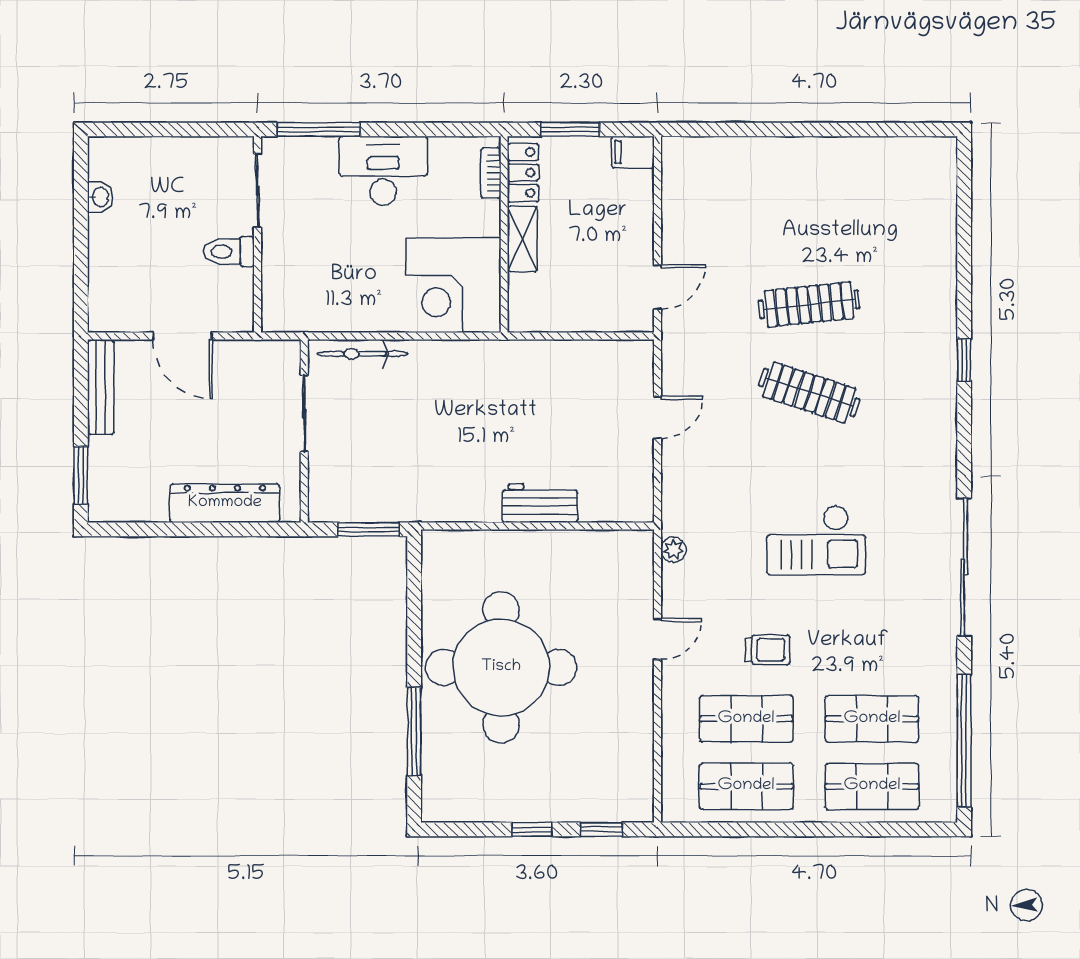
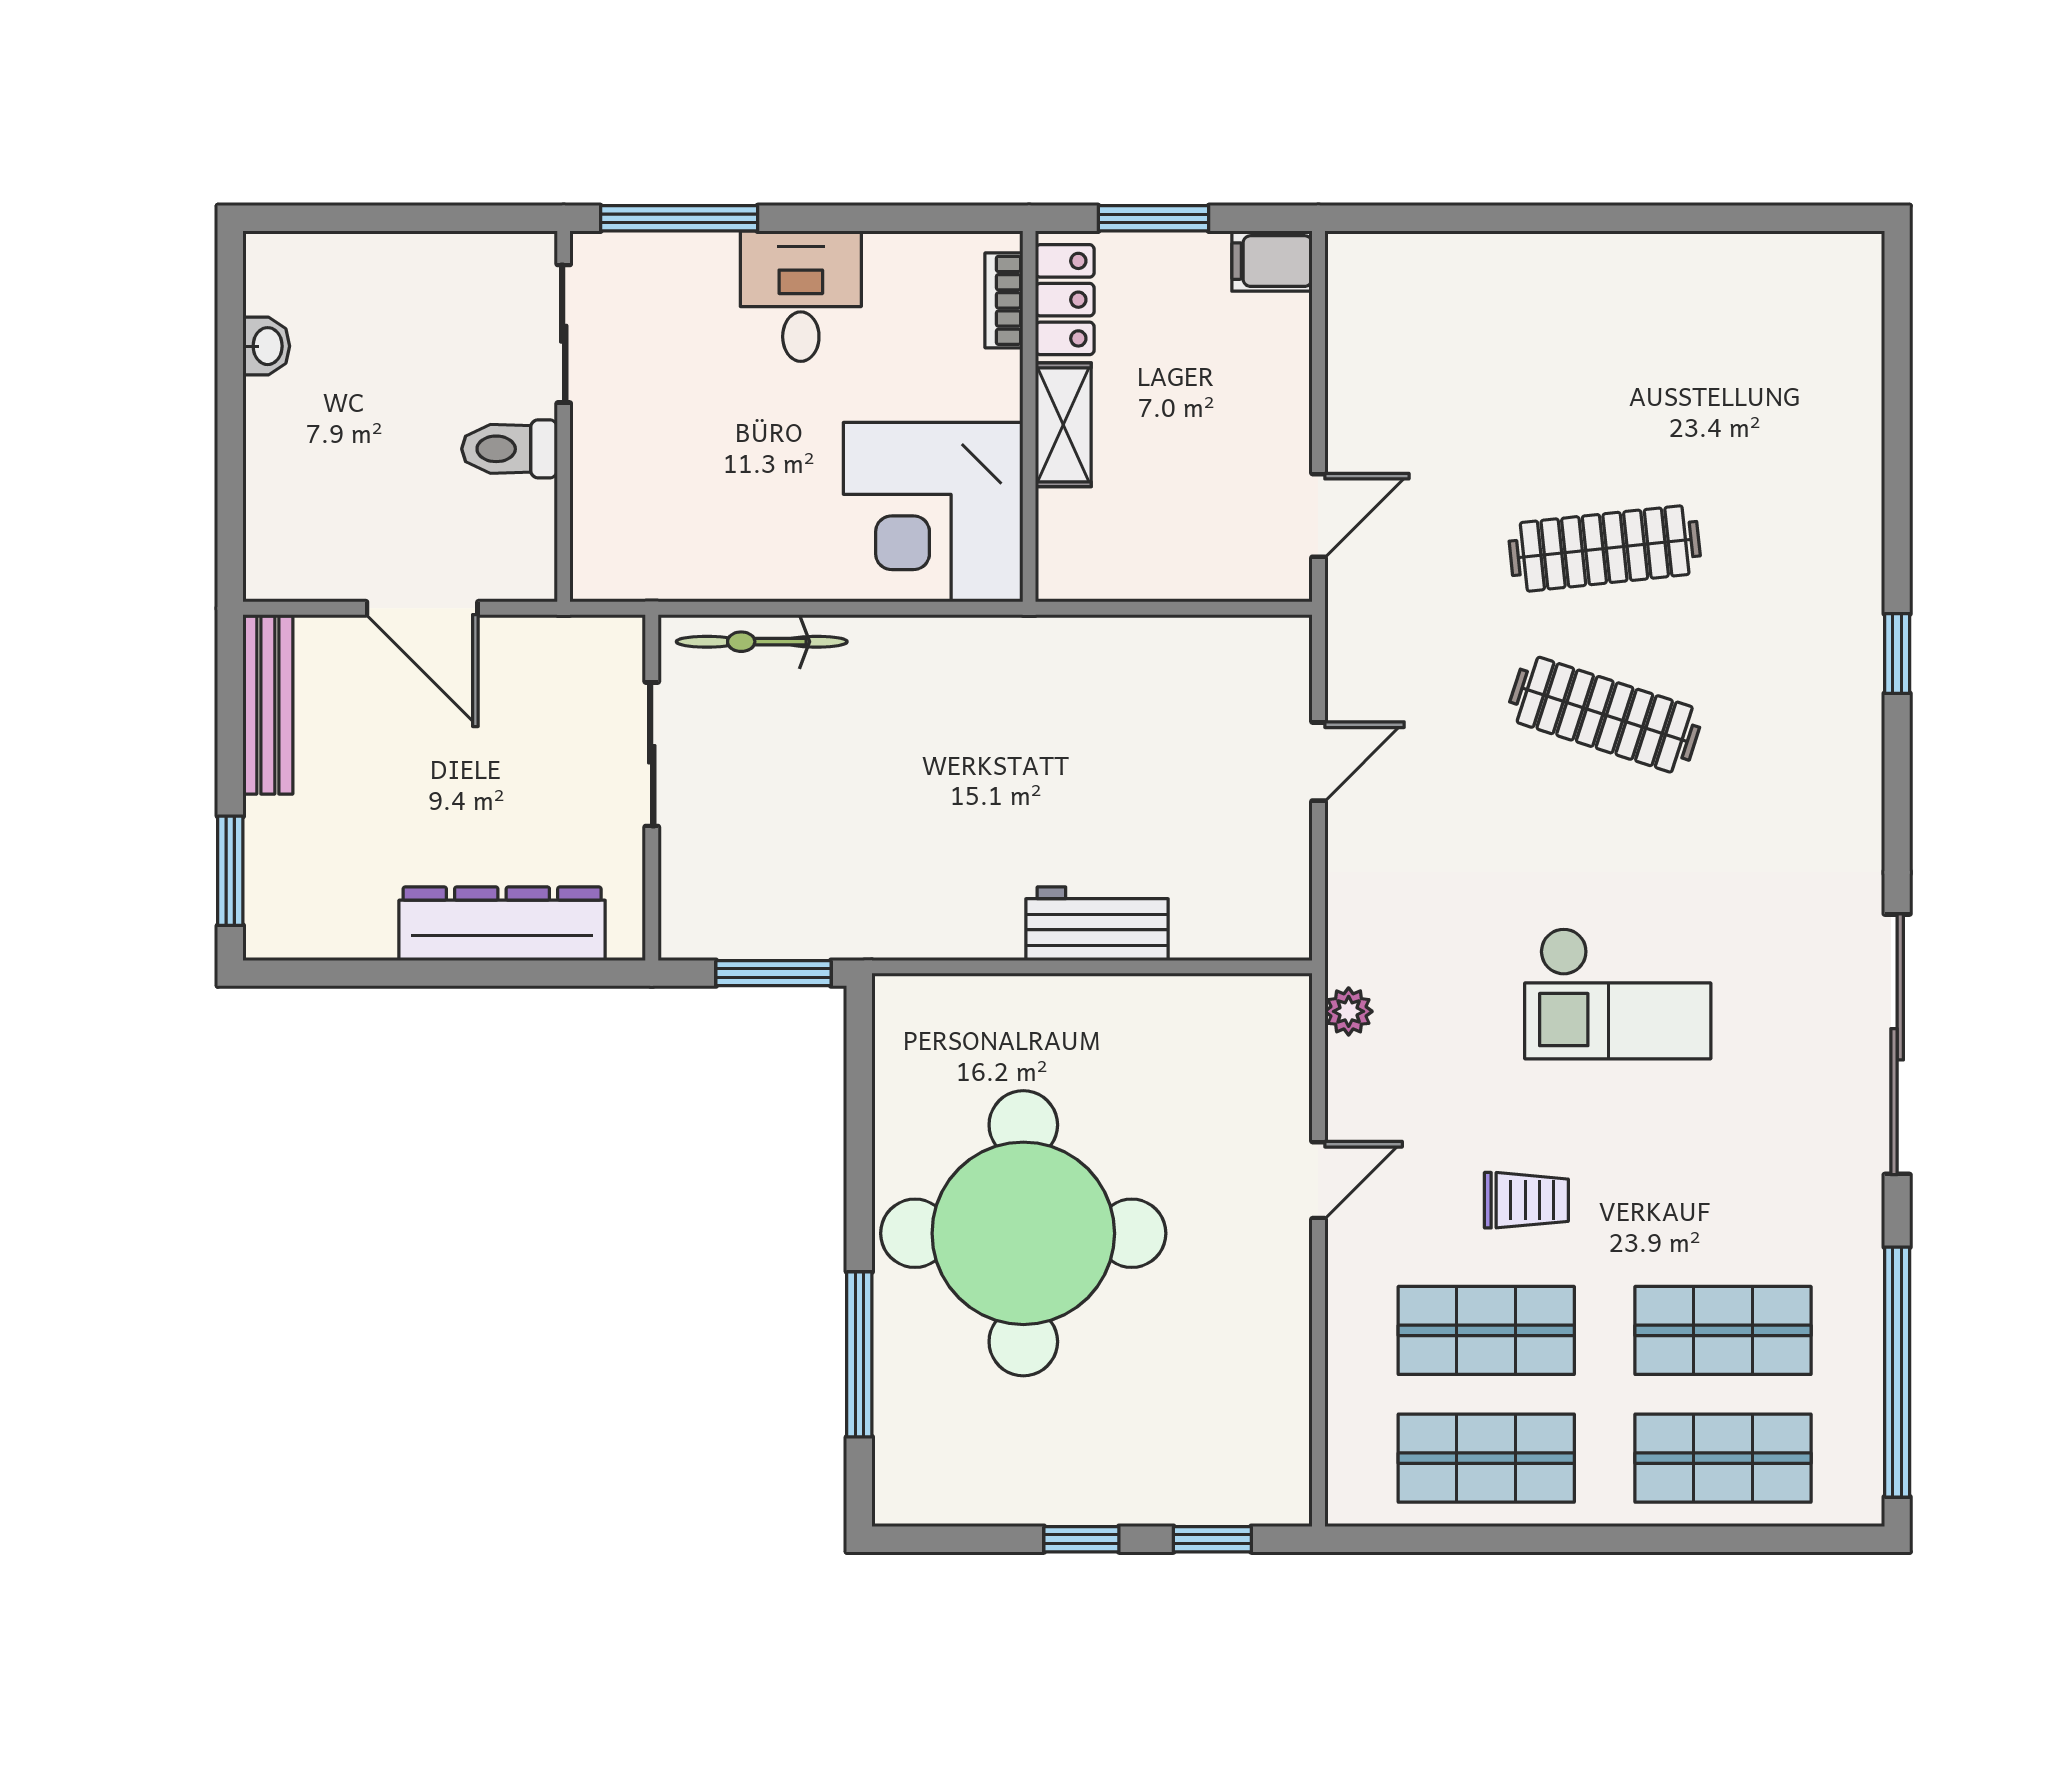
desk: (383, 171) -> (801, 296), width x0.73

